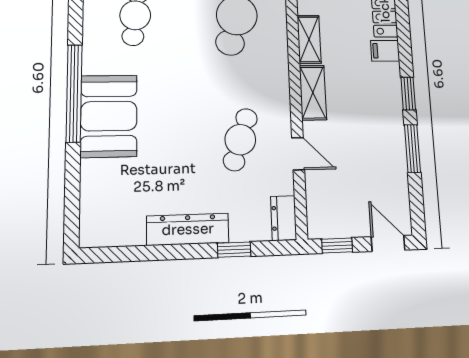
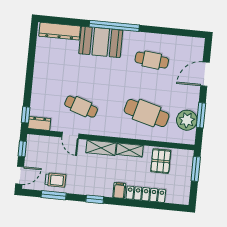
window: (412, 149) -> (54, 195), moved
door: (298, 154) -> (70, 135), hinge flipped
trolley: (386, 172) -> (56, 180), added
dresser: (188, 229) -> (60, 31), moved, turned 90
window: (234, 250) -> (26, 115), moved

